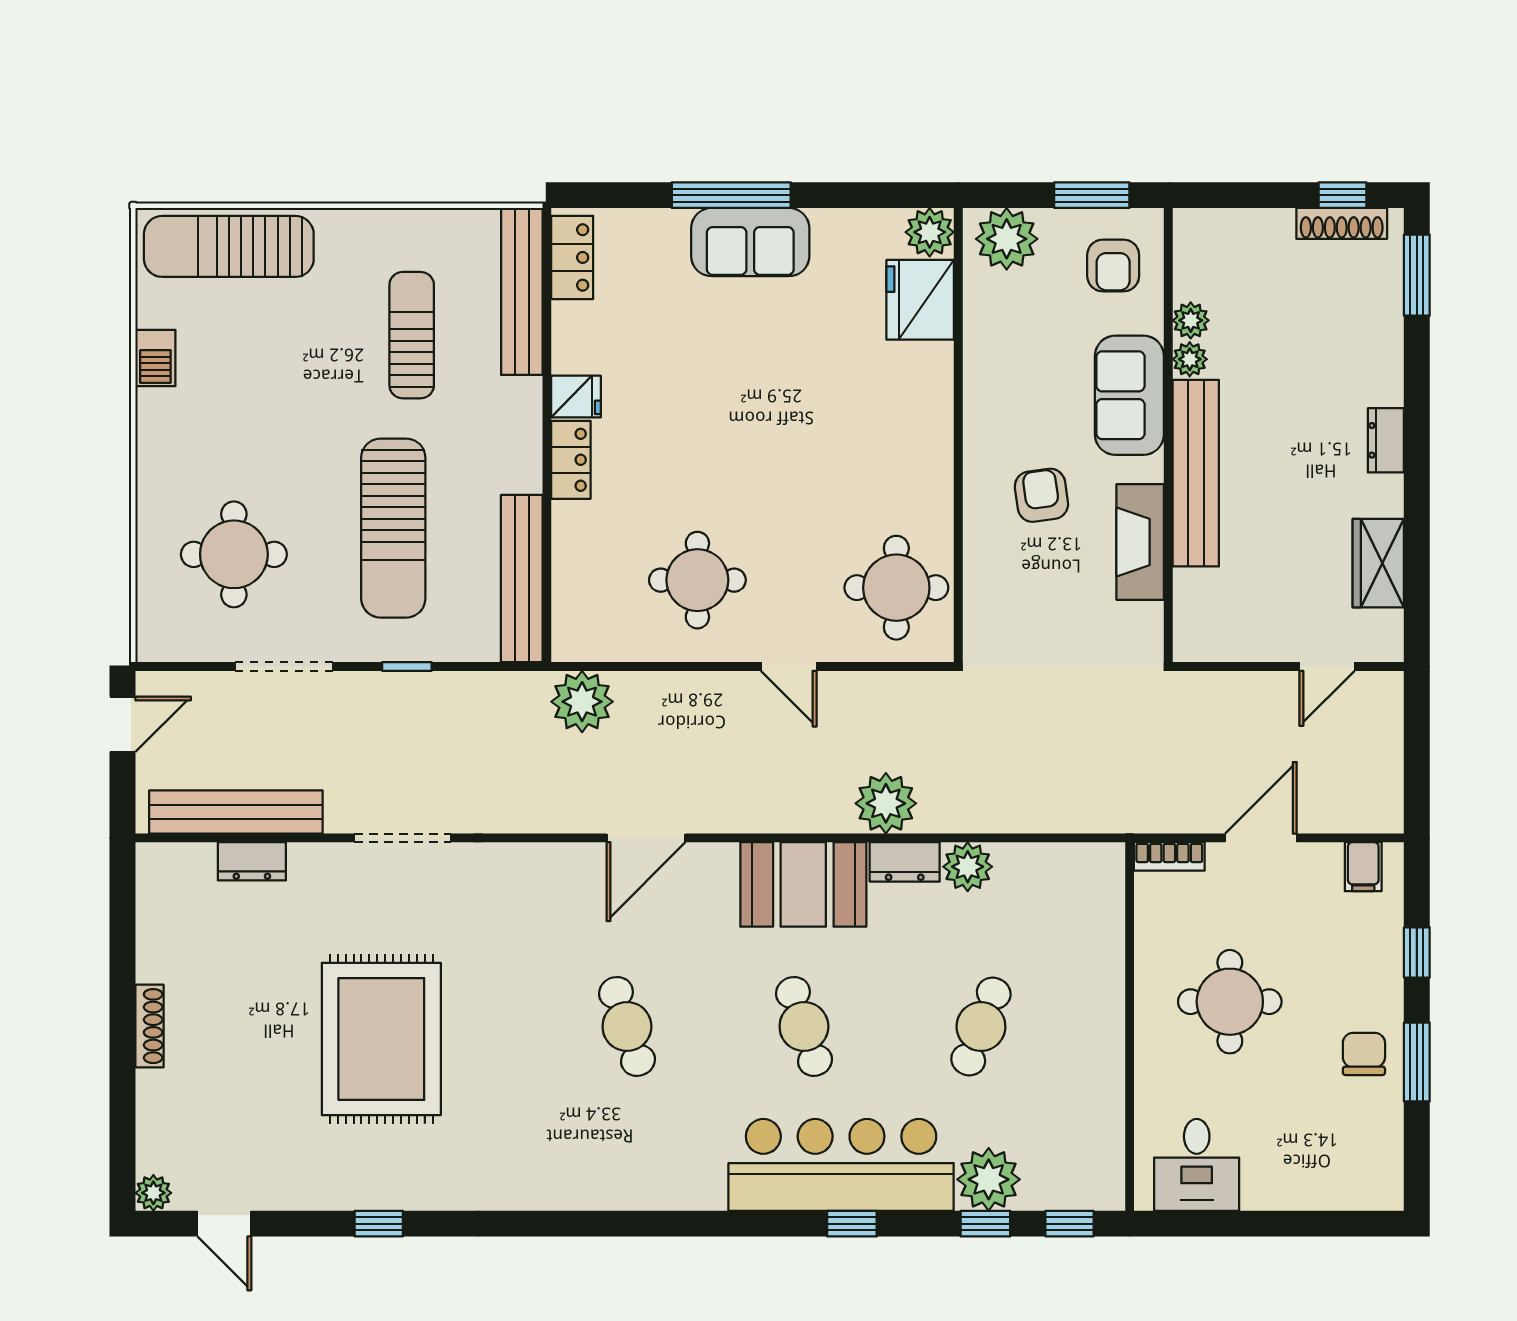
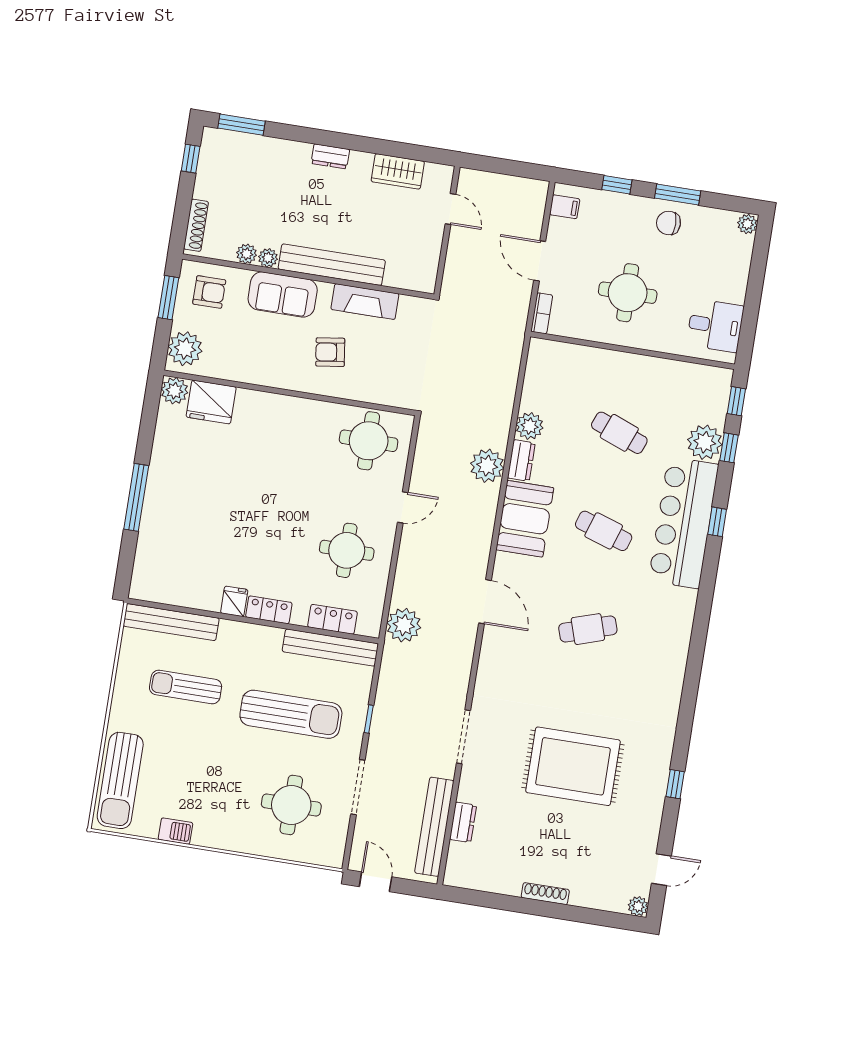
shoe rack: (1342, 223) -> (196, 225), moved
sofa: (750, 242) -> (164, 491), removed
locker: (572, 257) -> (332, 619), moved
cafe table: (804, 1026) -> (604, 531), turned 36
plant: (1384, 1193) -> (747, 224), added

